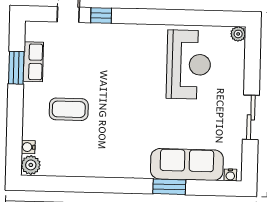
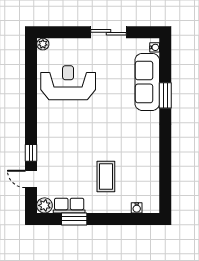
plant: (31, 165) -> (45, 205), moved

